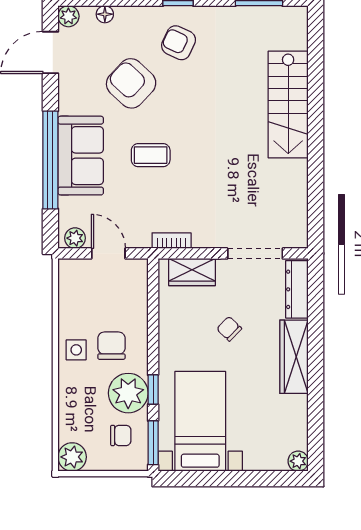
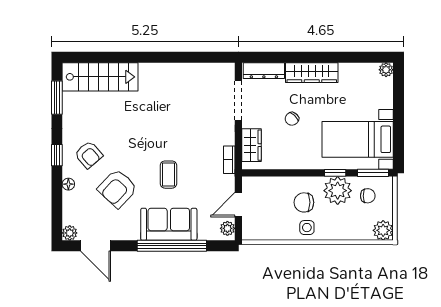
floor lamp: (105, 14) -> (68, 184), moved
armchair: (179, 43) -> (89, 155), turned -66
stairs: (288, 104) -> (100, 77), moved
chair: (121, 435) -> (368, 196), turned 90

